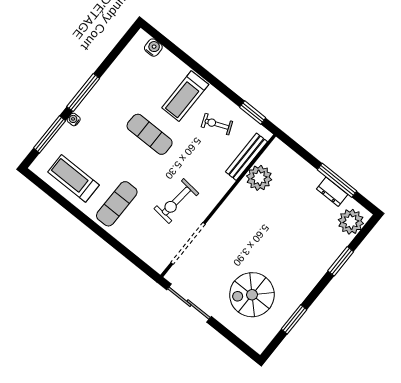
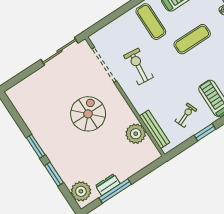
window: (253, 112) -> (205, 132), moved
exercise mat: (150, 134) -> (192, 39), moved
spiral stairs: (252, 295) -> (88, 114), moved
window: (294, 319) -> (36, 146), moved

